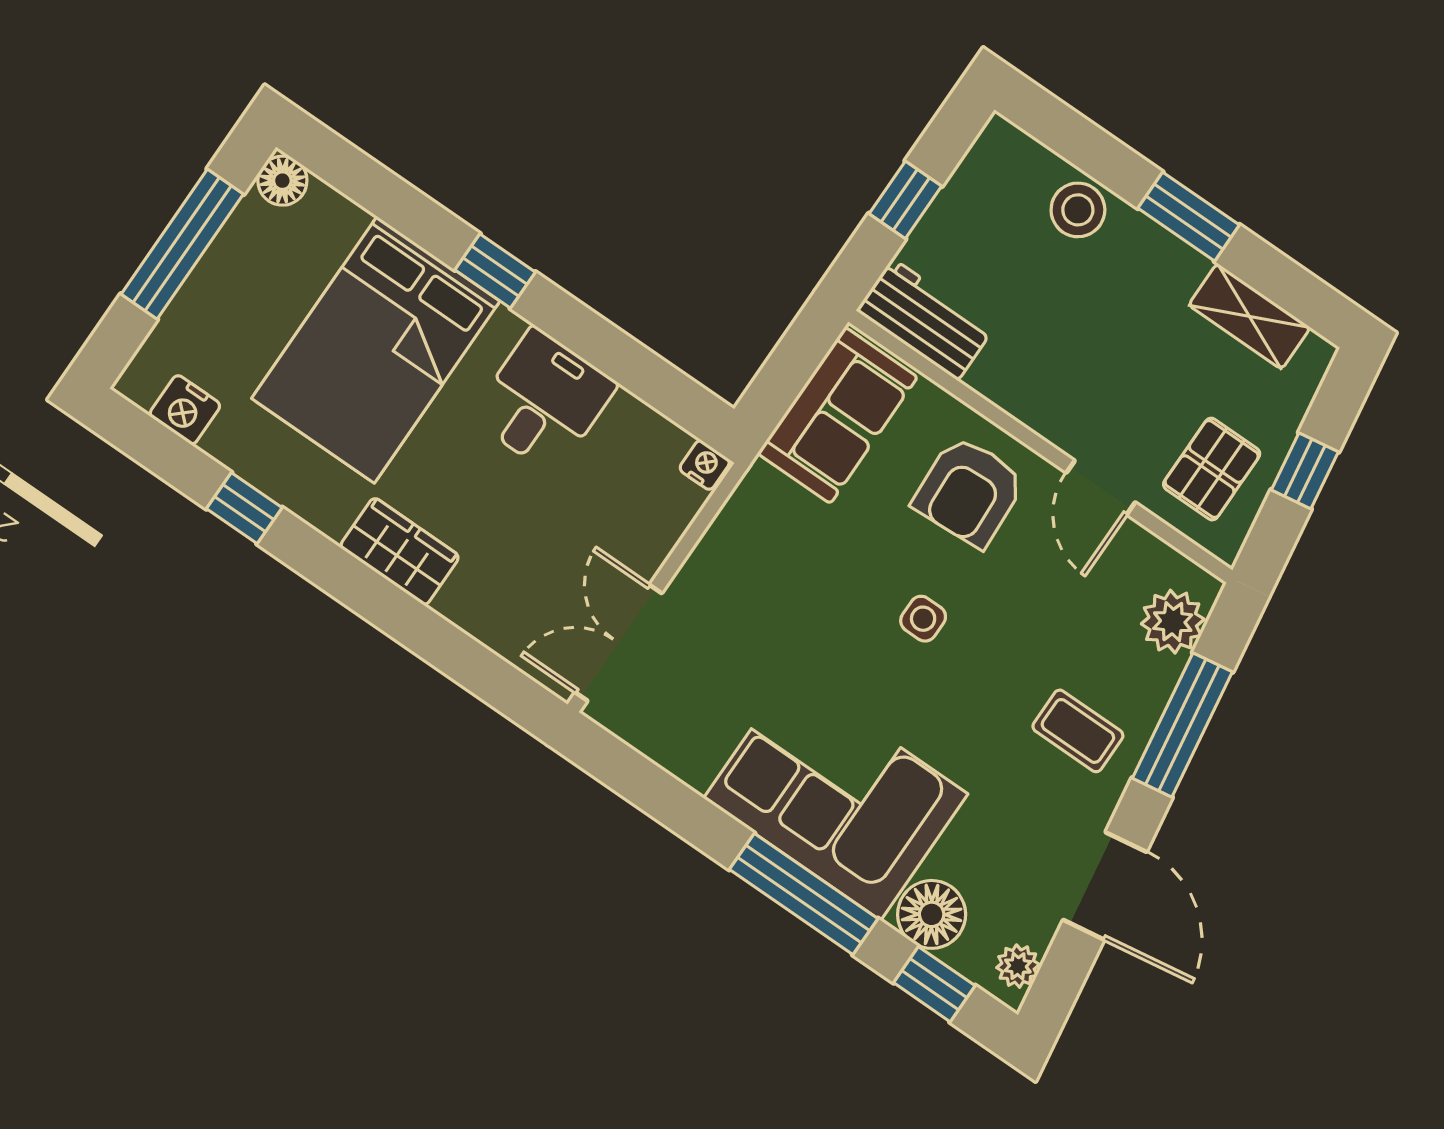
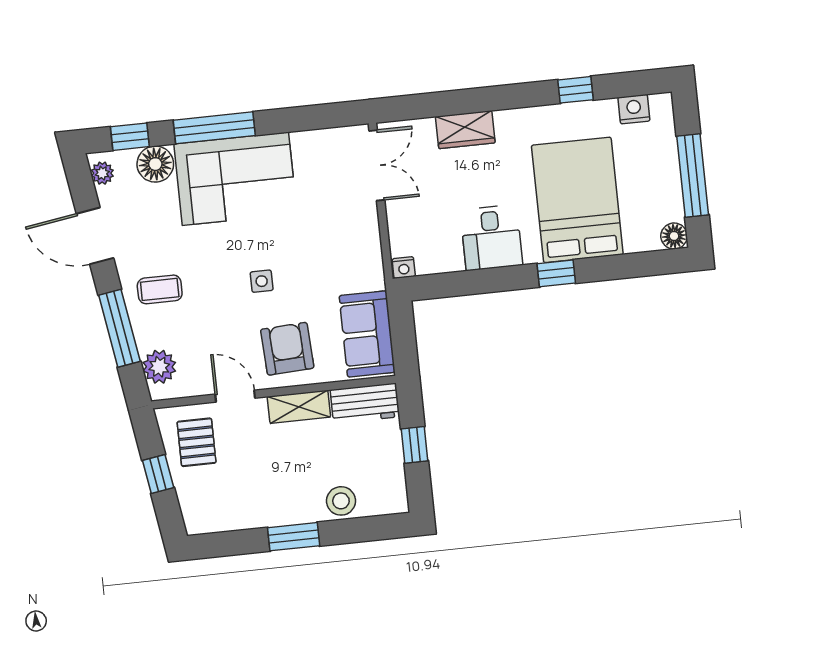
shelving: (1249, 316) -> (299, 407), moved
wardrobe: (400, 551) -> (465, 130), moved

